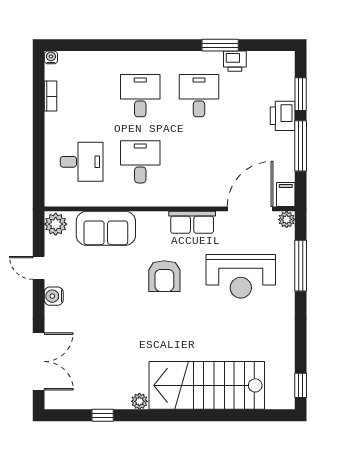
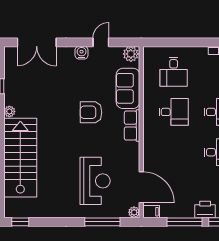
row of seats: (192, 222) -> (132, 126), moved
armchair: (164, 276) -> (91, 112), moved
reception desk: (241, 276) -> (95, 181), turned 180

